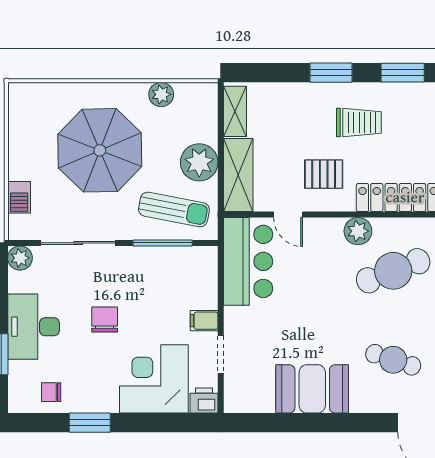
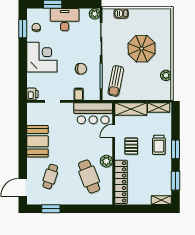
trolley: (359, 122) -> (159, 145), moved
parasol: (100, 150) -> (142, 49), width x0.73, depth x0.73
plant: (199, 162) -> (136, 92), removed
chair: (105, 319) -> (81, 69), moved
filing cabinet: (204, 321) -> (79, 94), moved
corner desk: (154, 379) -> (42, 57), moved
window: (90, 423) -> (23, 29), moved

